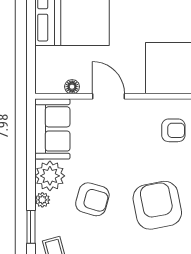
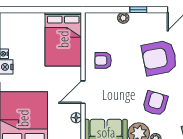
armchair: (173, 130) -> (103, 60), moved, turned -90

